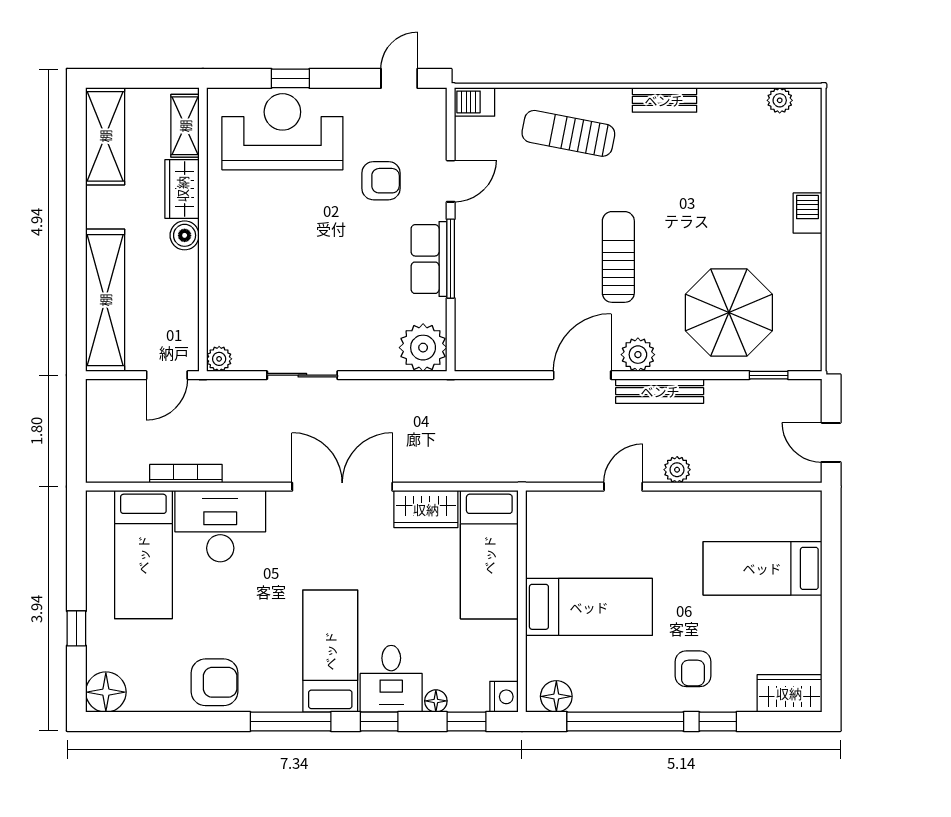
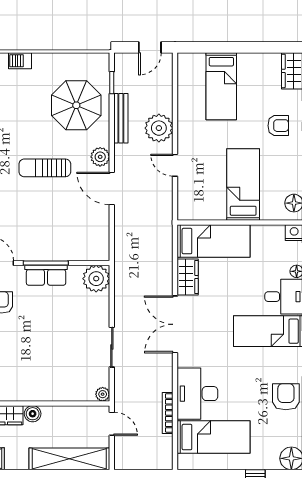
bench: (660, 391) -> (121, 118), moved
plant: (677, 470) -> (159, 128), width x1.88, depth x1.88

